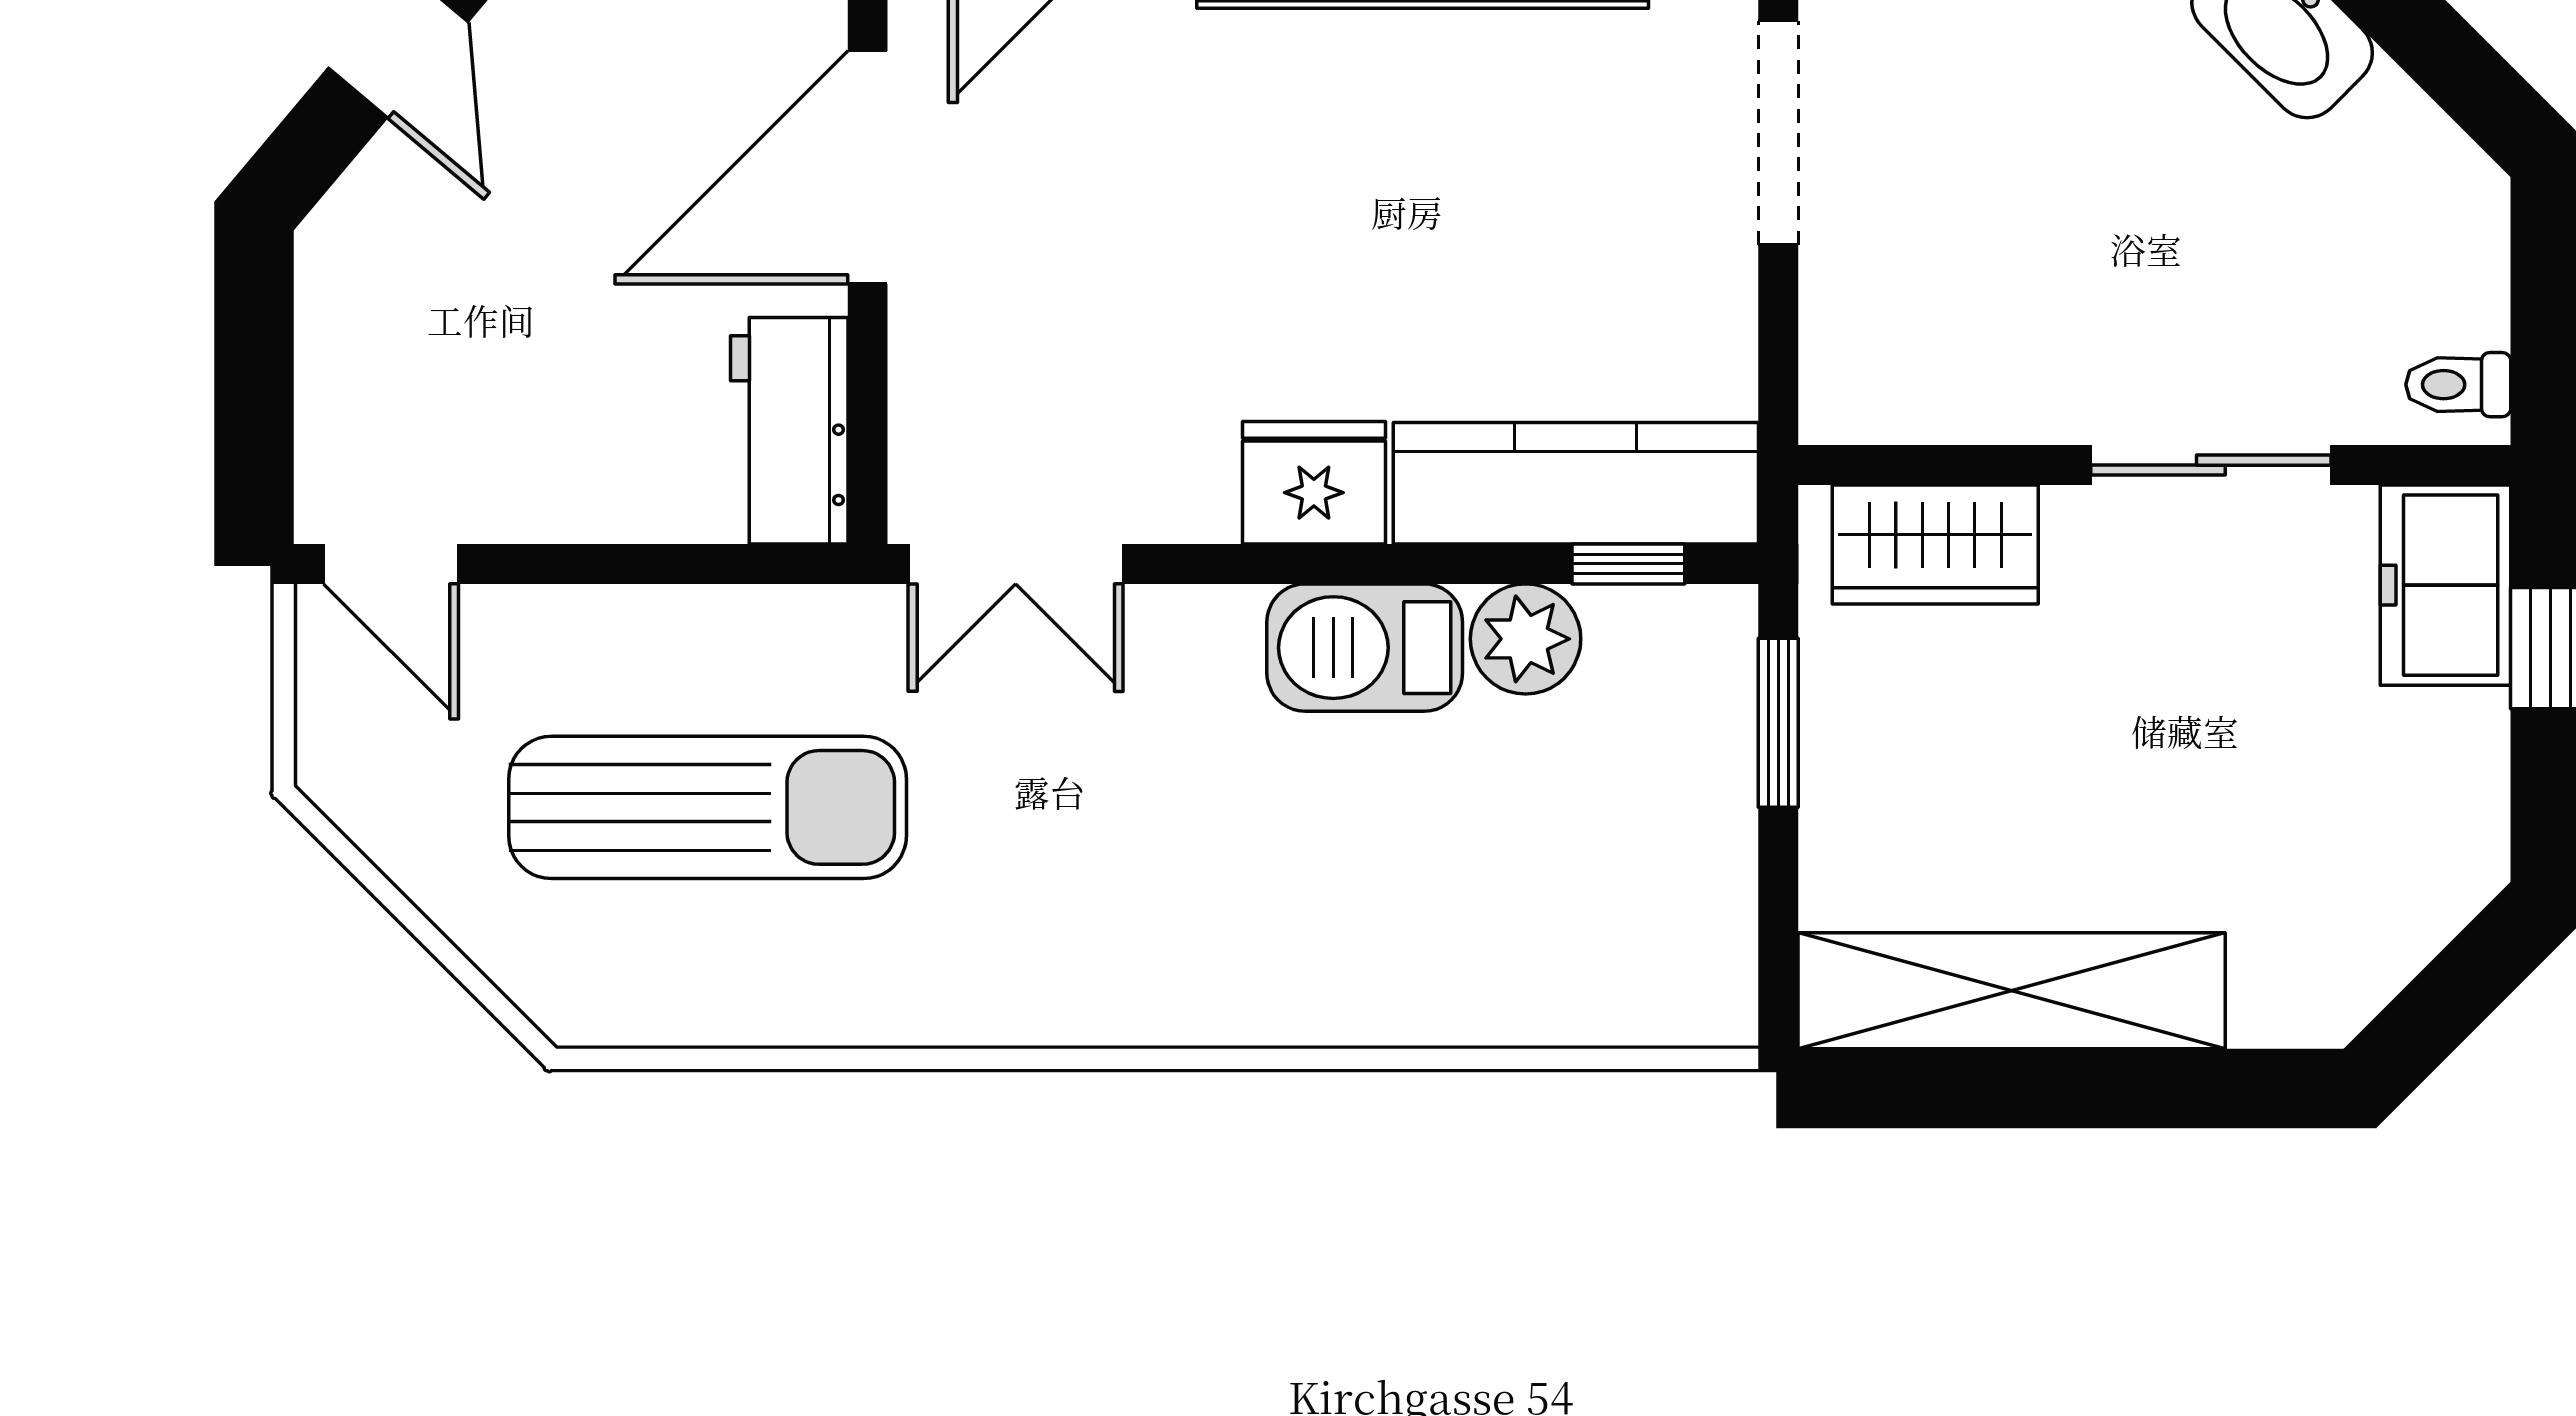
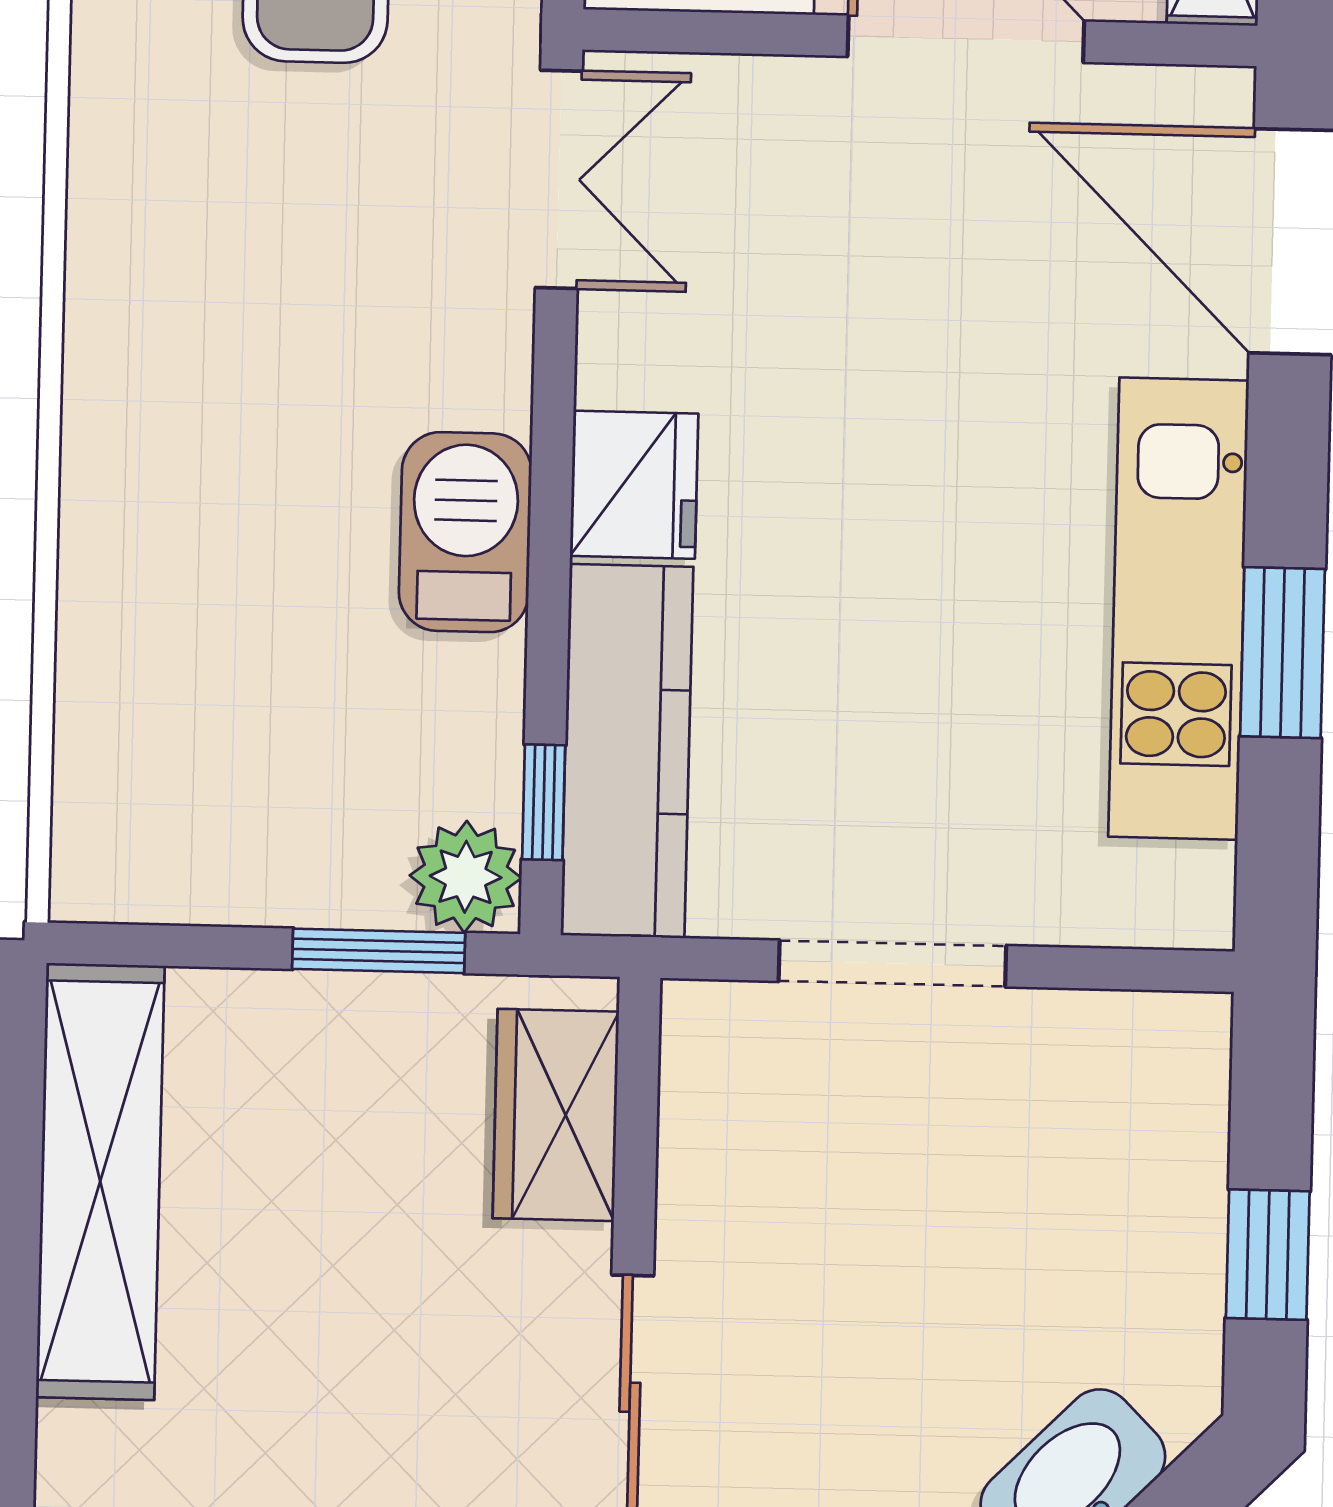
doorway: (1778, 133) -> (892, 963), moved
double door: (1016, 564) -> (559, 179), swing flipped
plant: (1526, 639) -> (466, 877), moved

